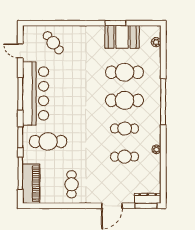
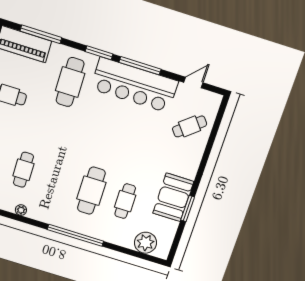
booth: (122, 37) -> (173, 197), moved
plant: (156, 42) -> (146, 243), width x1.87, depth x1.87
cafe table: (125, 72) -> (125, 201), width x0.73, depth x0.74
cafe table: (125, 129) -> (57, 180), removed
window: (20, 137) -> (99, 53), moved

